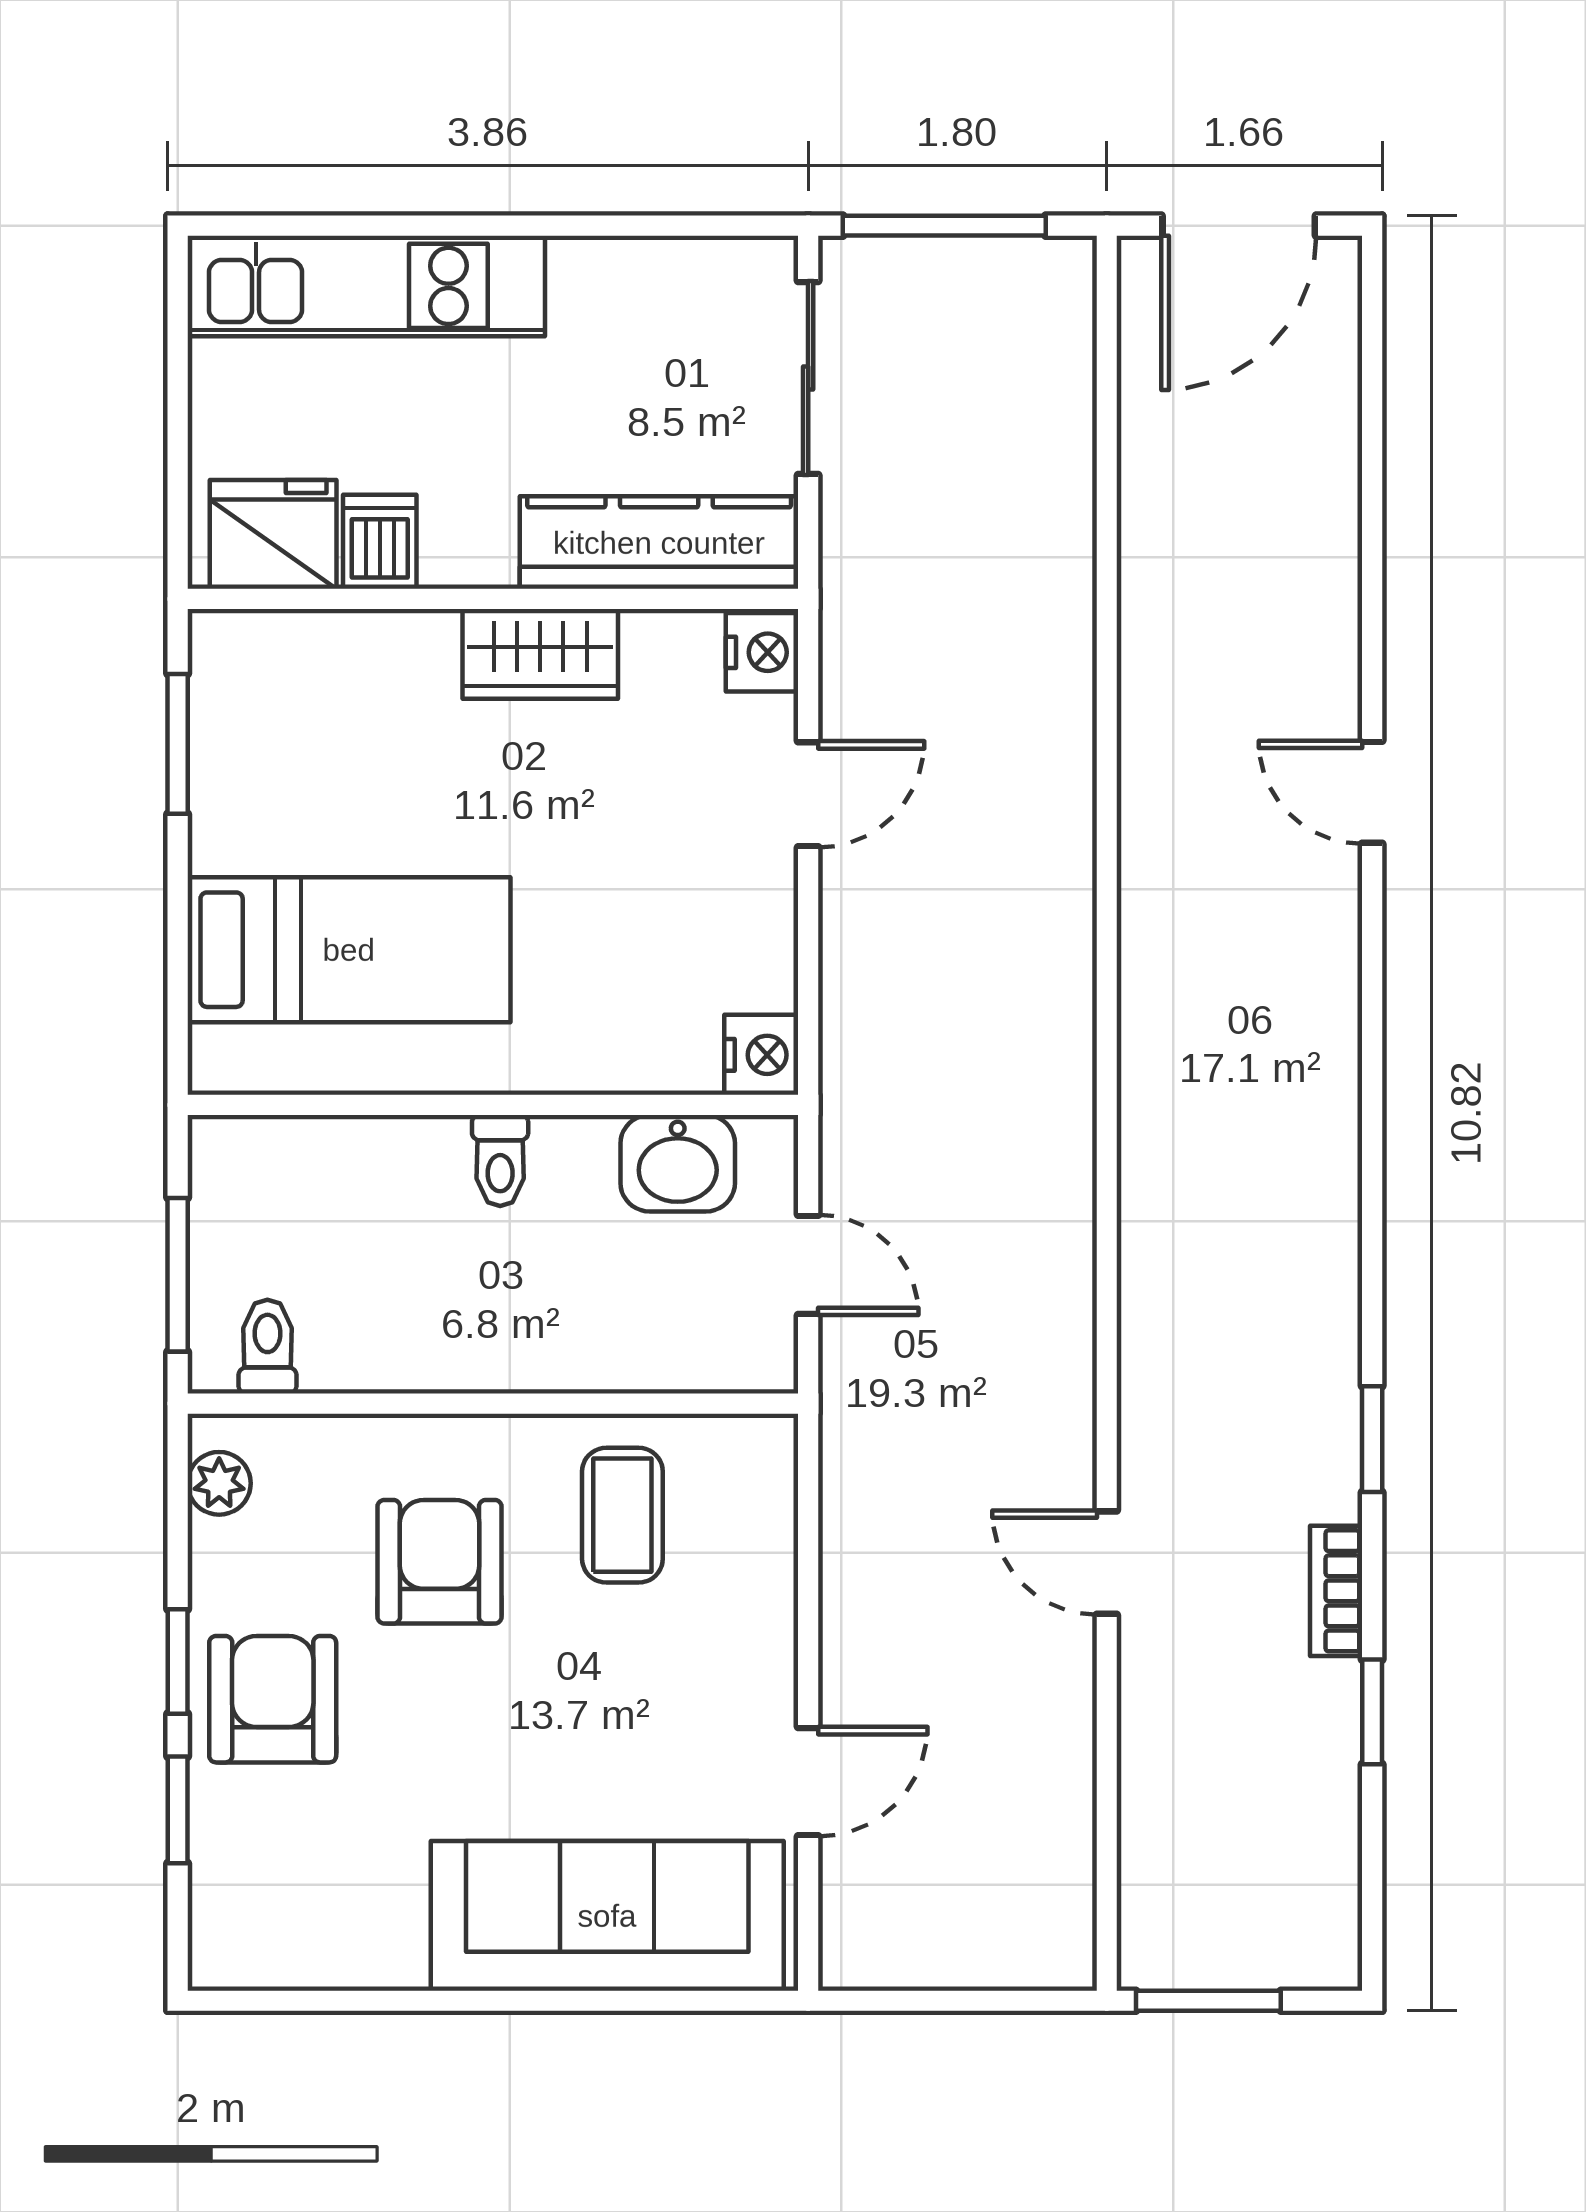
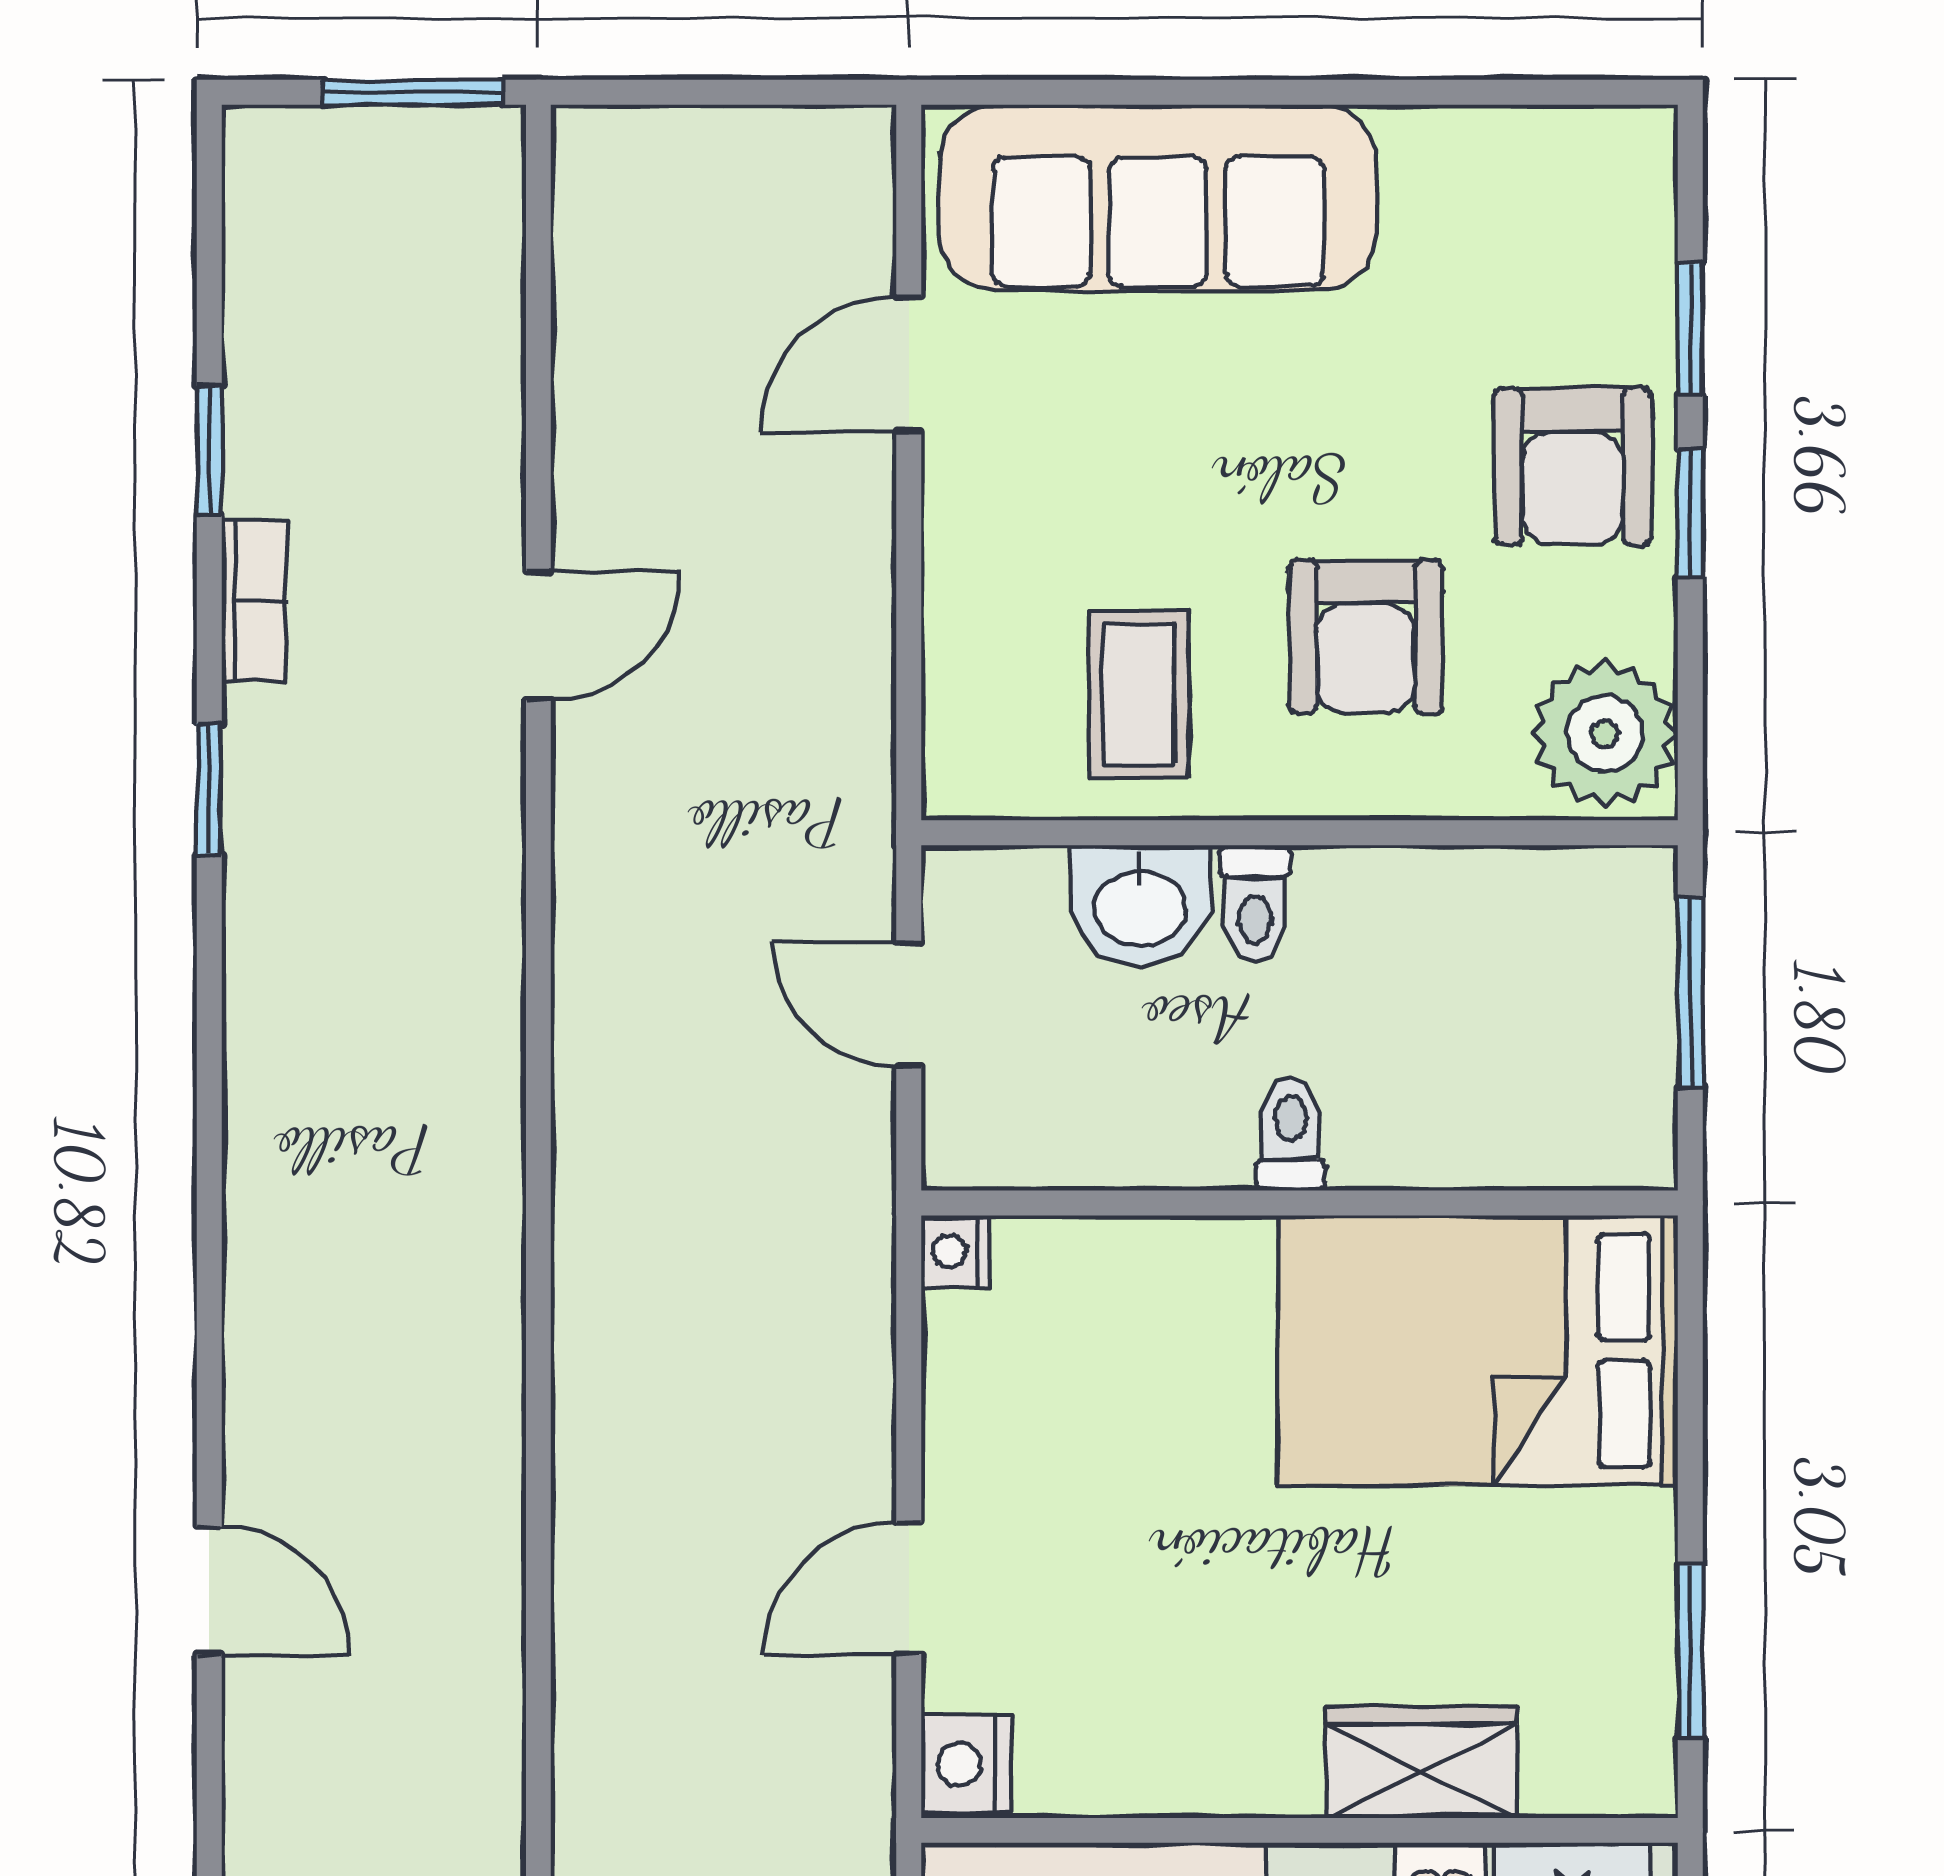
wardrobe: (540, 654) -> (1421, 1762), moved
bed: (349, 950) -> (1478, 1350), width x1.50
nightstand: (761, 1055) -> (955, 1251), width x0.72, depth x0.74
washbasin: (678, 1163) -> (1140, 905), moved, turned 180
toilet: (267, 1347) -> (1255, 903), moved
plant: (219, 1483) -> (1605, 734), width x1.88, depth x1.88
door: (1107, 1563) -> (538, 636), hinge flipped

